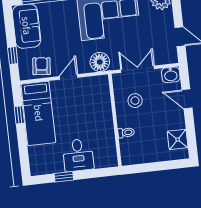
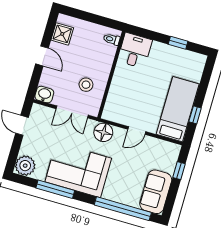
armchair: (41, 66) -> (157, 150), removed
door: (187, 99) -> (42, 56), moved
toilet: (126, 133) -> (112, 39), moved
desk: (78, 155) -> (135, 51), moved

